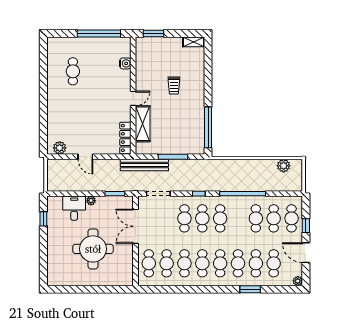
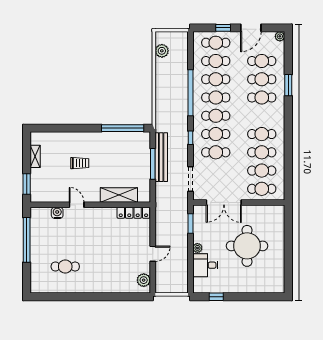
shelving: (194, 42) -> (35, 156), moved
door: (133, 98) -> (77, 205), moved
bench: (144, 165) -> (161, 157), moved
cafe table: (220, 263) -> (216, 98), moved

